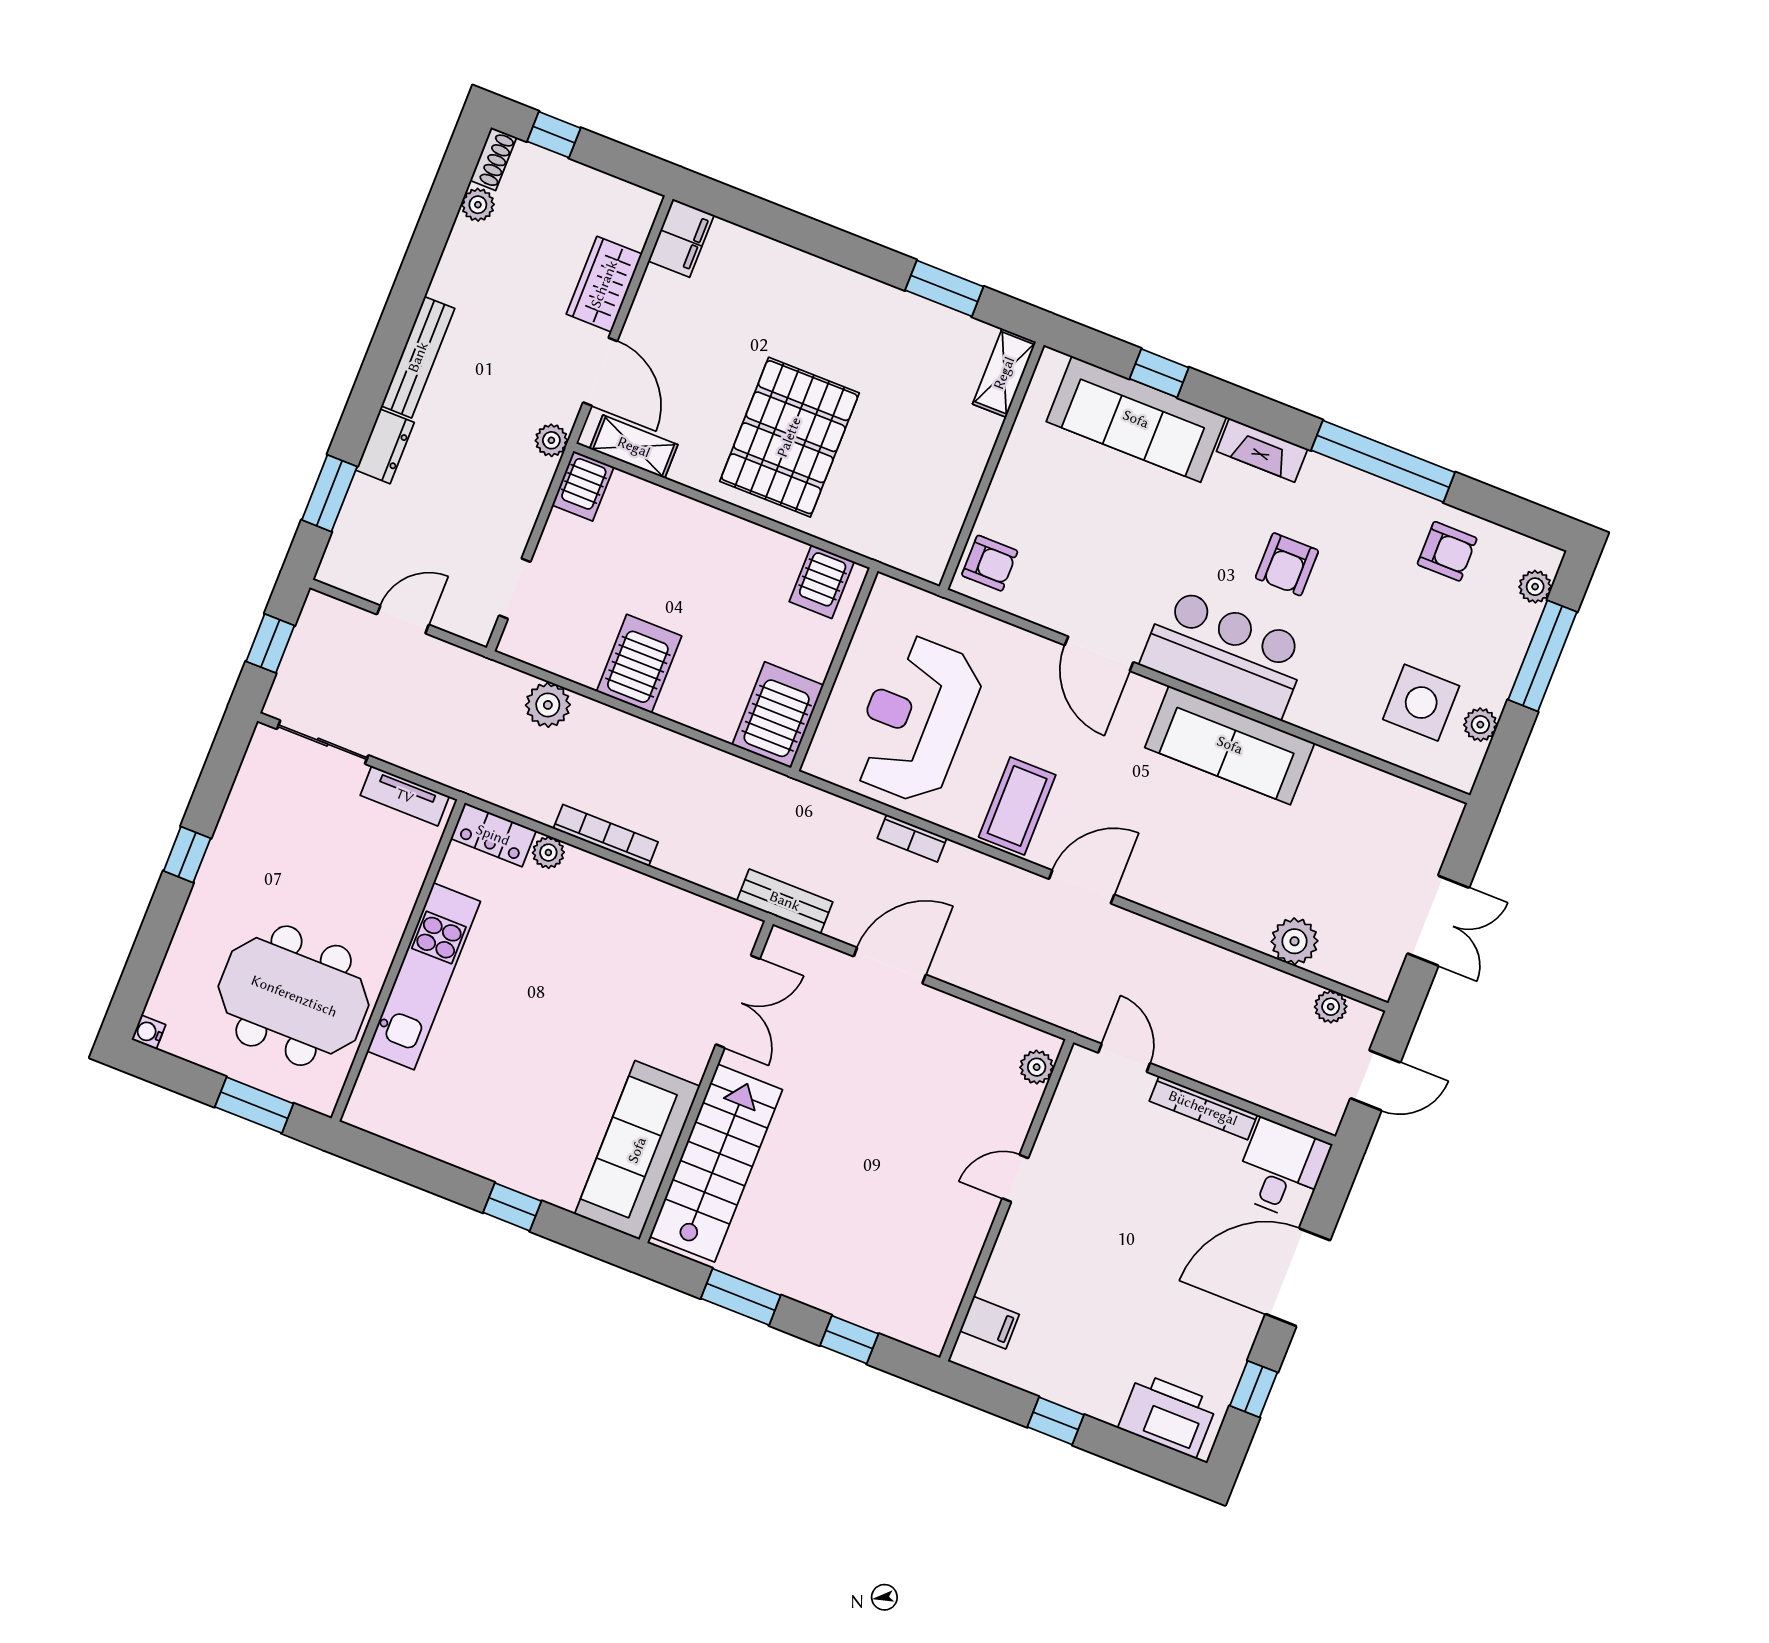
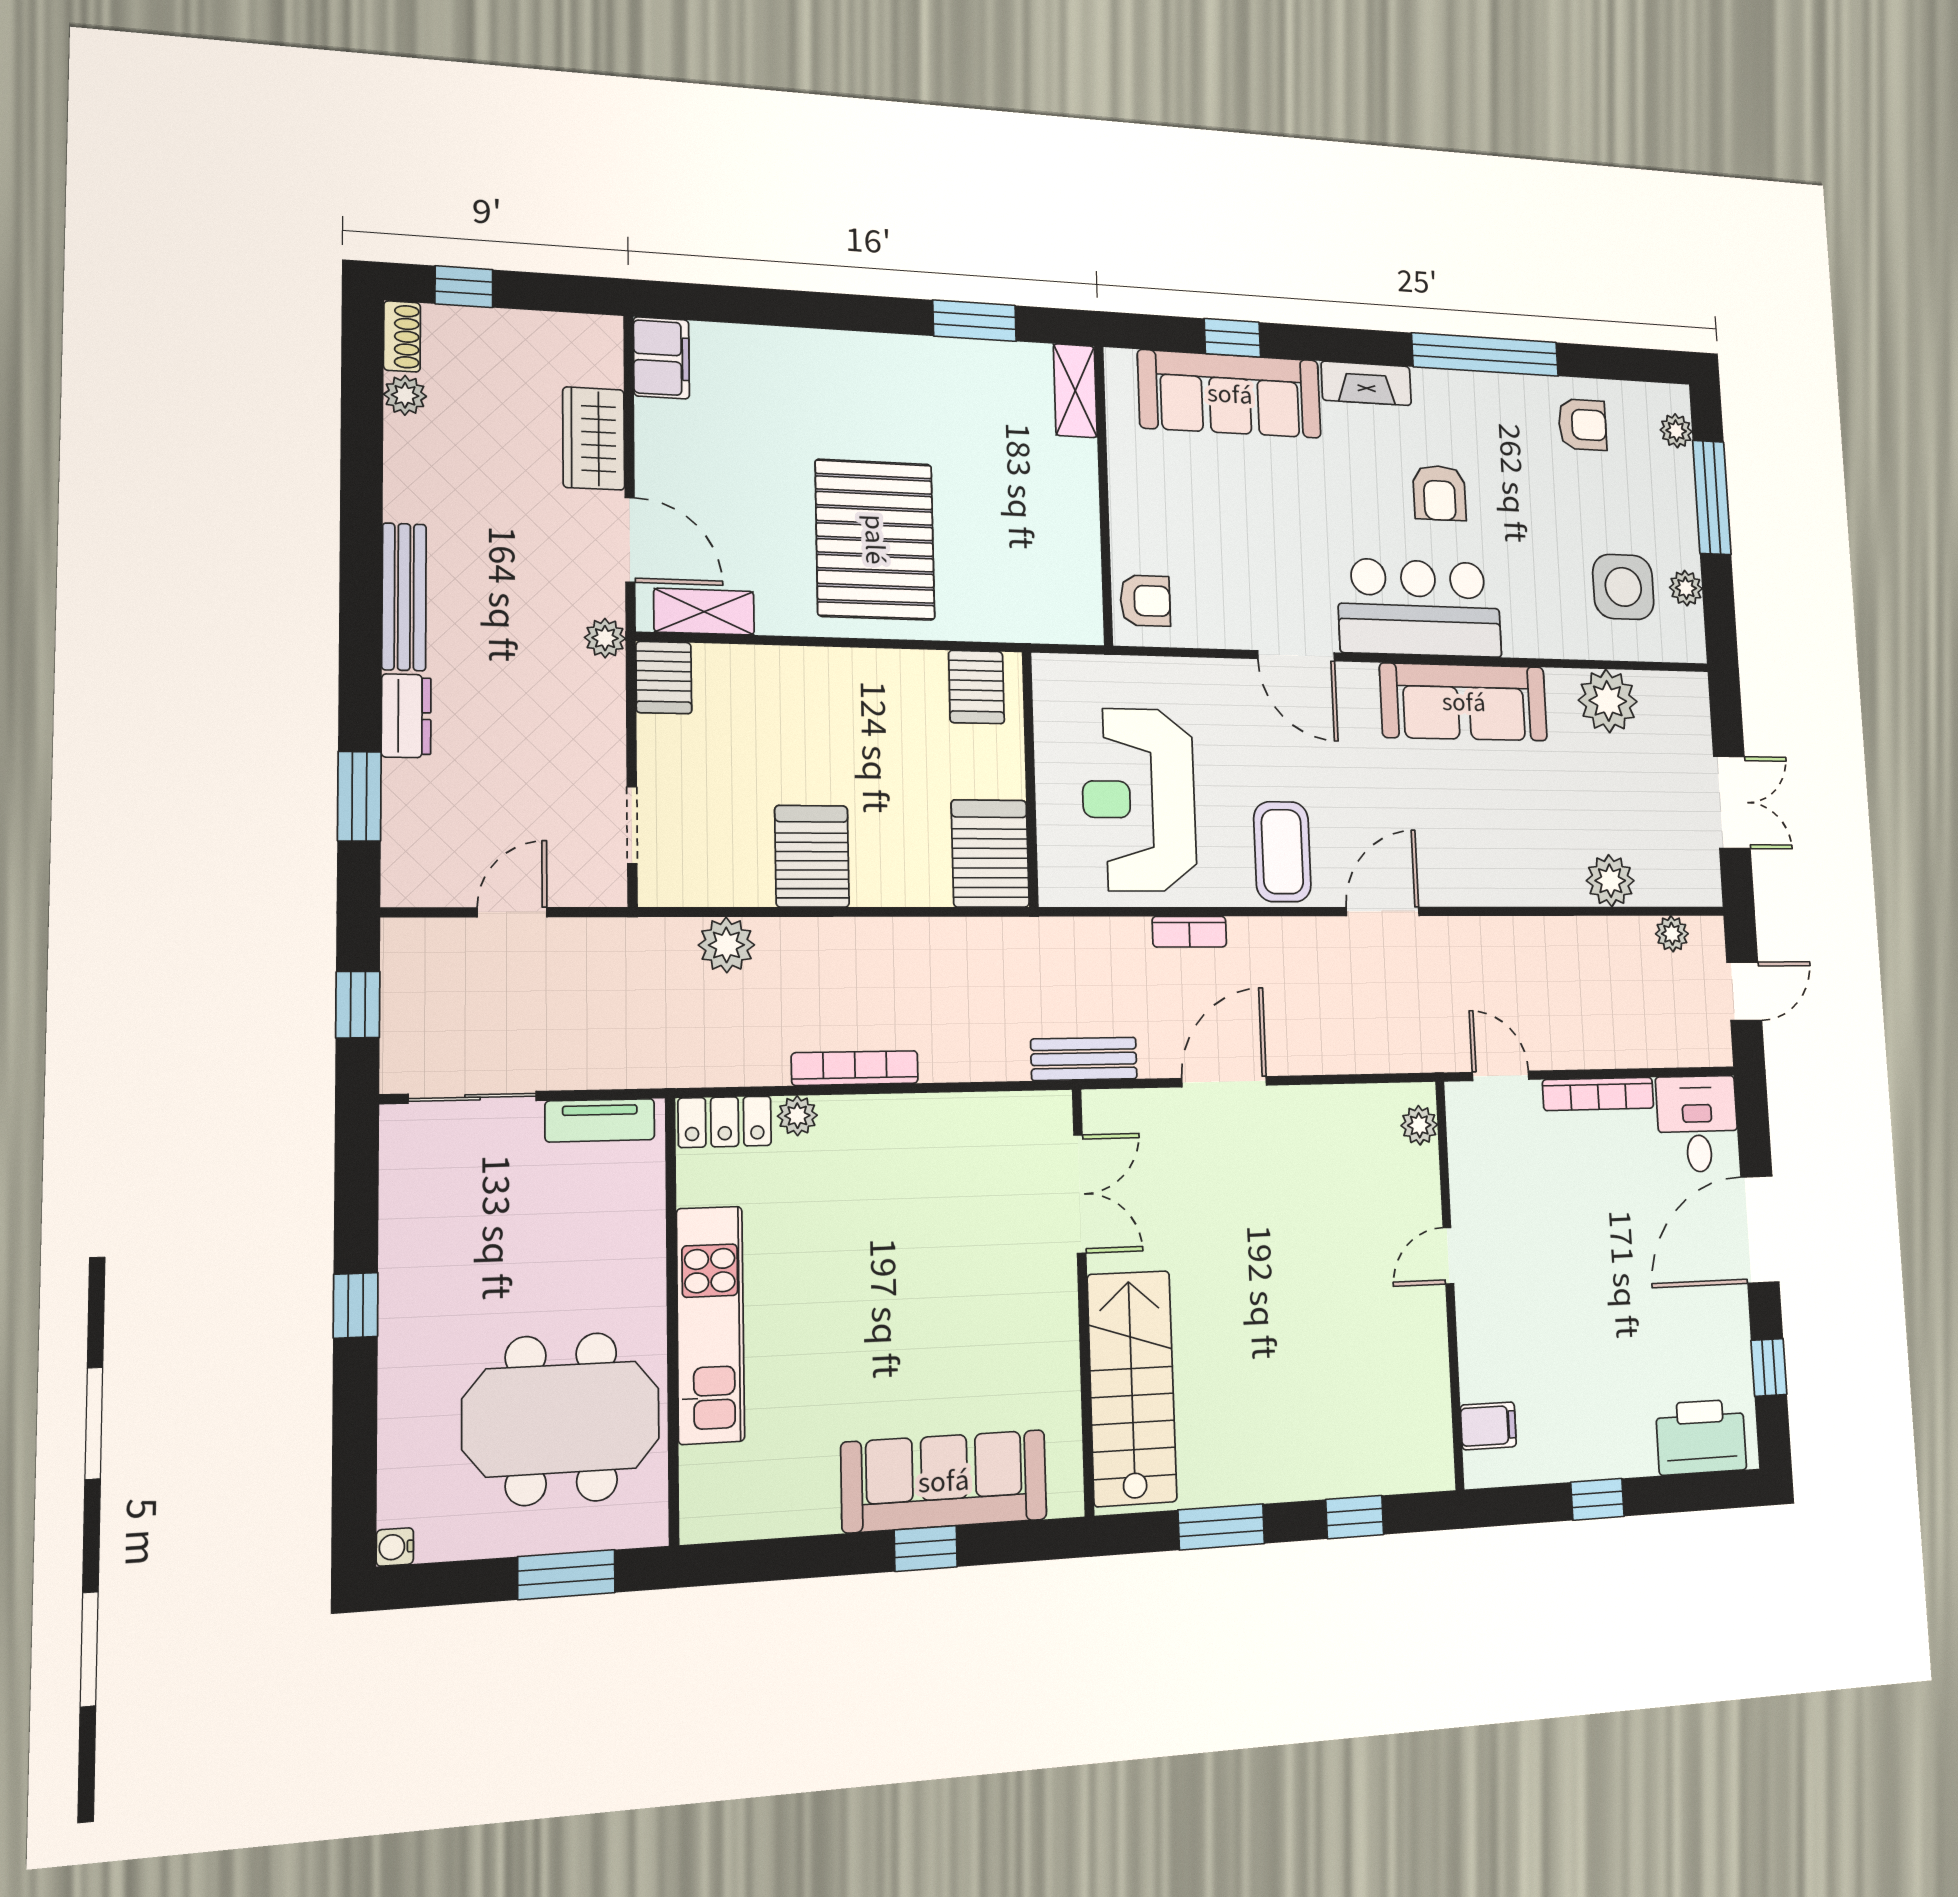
plant: (1362, 793) -> (1608, 701), added
sofa: (637, 1150) -> (944, 1481), moved, turned 90

